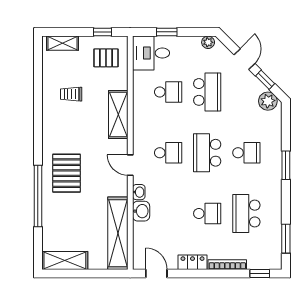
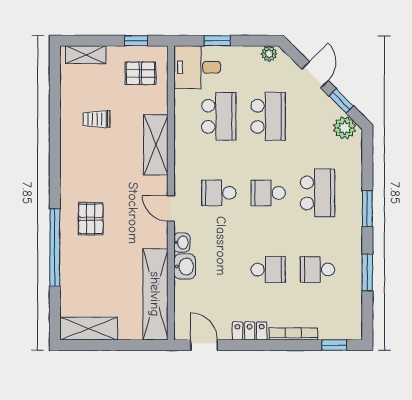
school desk: (168, 92) -> (219, 116), width x1.85
school desk: (168, 153) -> (219, 193), turned 180
school desk: (207, 153) -> (268, 193), width x0.54
school desk: (246, 153) -> (317, 193), width x1.85
pallet: (67, 173) -> (91, 219), width x0.67, depth x0.71
school desk: (246, 214) -> (317, 270), width x0.54
window: (286, 239) -> (367, 272), moved

